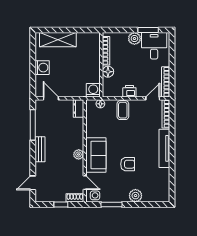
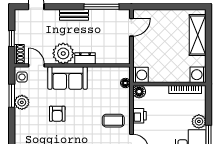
washing machine: (42, 68) -> (198, 75), moved, turned 90
floor lamp: (108, 72) -> (139, 92), moved
dresser: (78, 108) -> (85, 58), moved
coffee table: (123, 110) -> (113, 121), moved
plant: (79, 154) -> (63, 53), width x1.88, depth x1.88
door: (85, 183) -> (36, 65), swing flipped
plant: (135, 196) -> (22, 102), moved

